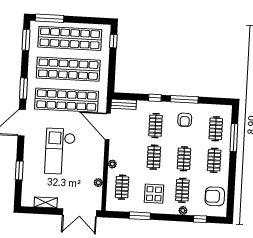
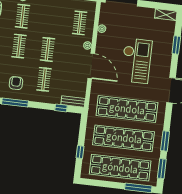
window: (113, 41) -> (80, 152), moved
window: (23, 88) -> (165, 141), moved
window: (155, 98) -> (61, 108), moved
door: (108, 126) -> (91, 66), moved
display table: (154, 194) -> (50, 15), removed
shelving: (46, 202) -> (166, 15), moved

